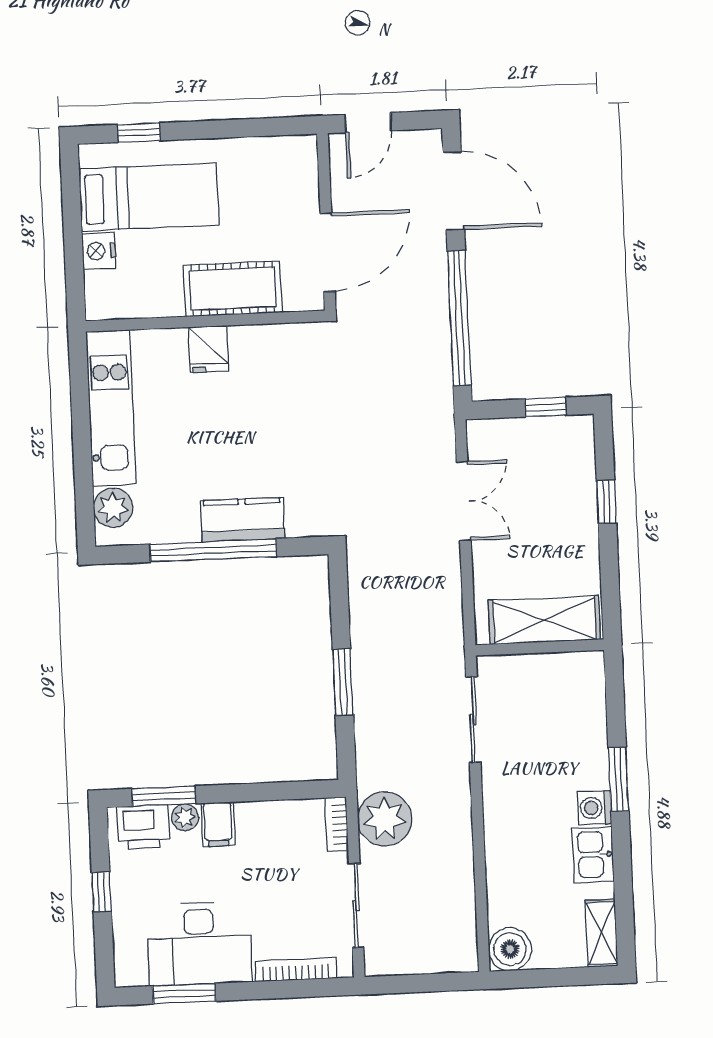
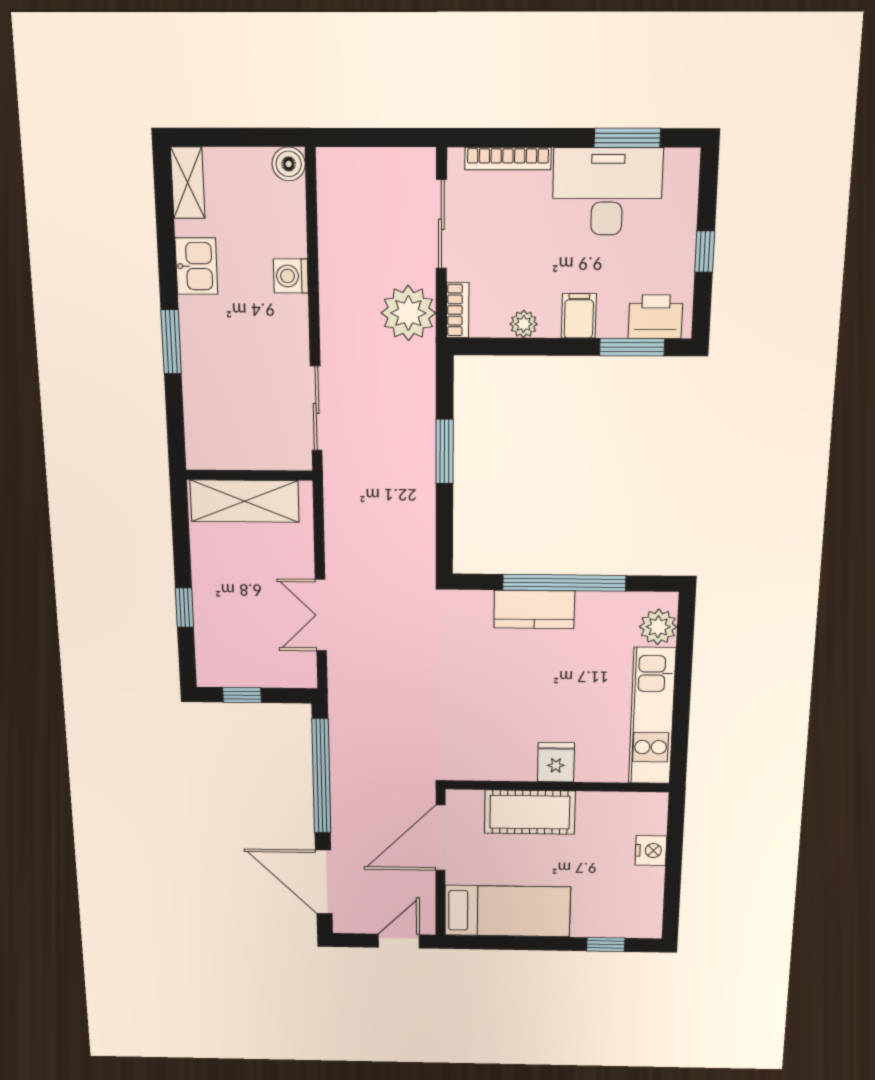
bed: (149, 197) -> (507, 911), moved, turned 180
washing machine: (595, 808) -> (291, 276), moved, turned 180
plant: (185, 817) -> (524, 324), moved
boiler: (510, 949) -> (289, 164), width x0.73, depth x0.73

